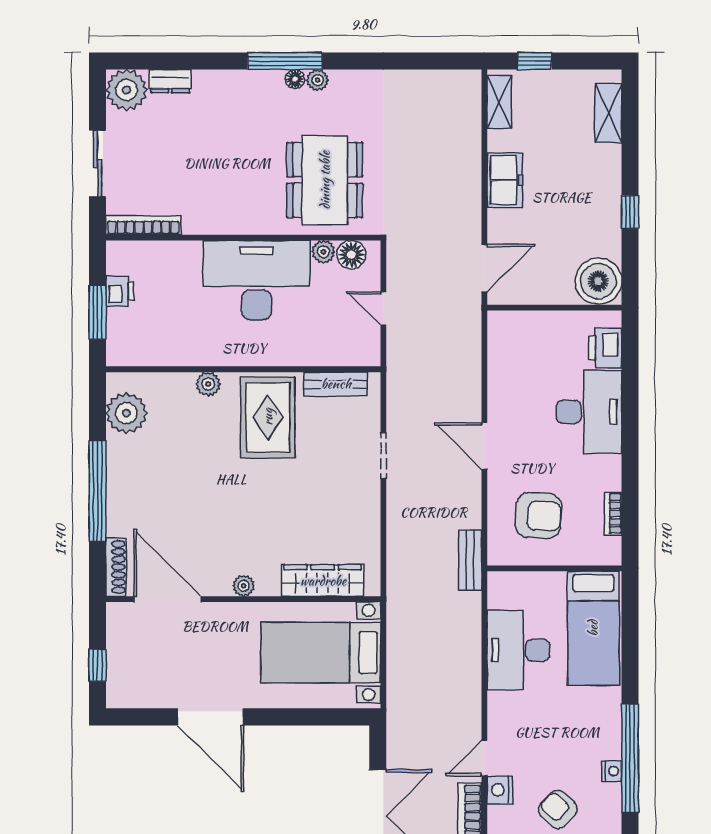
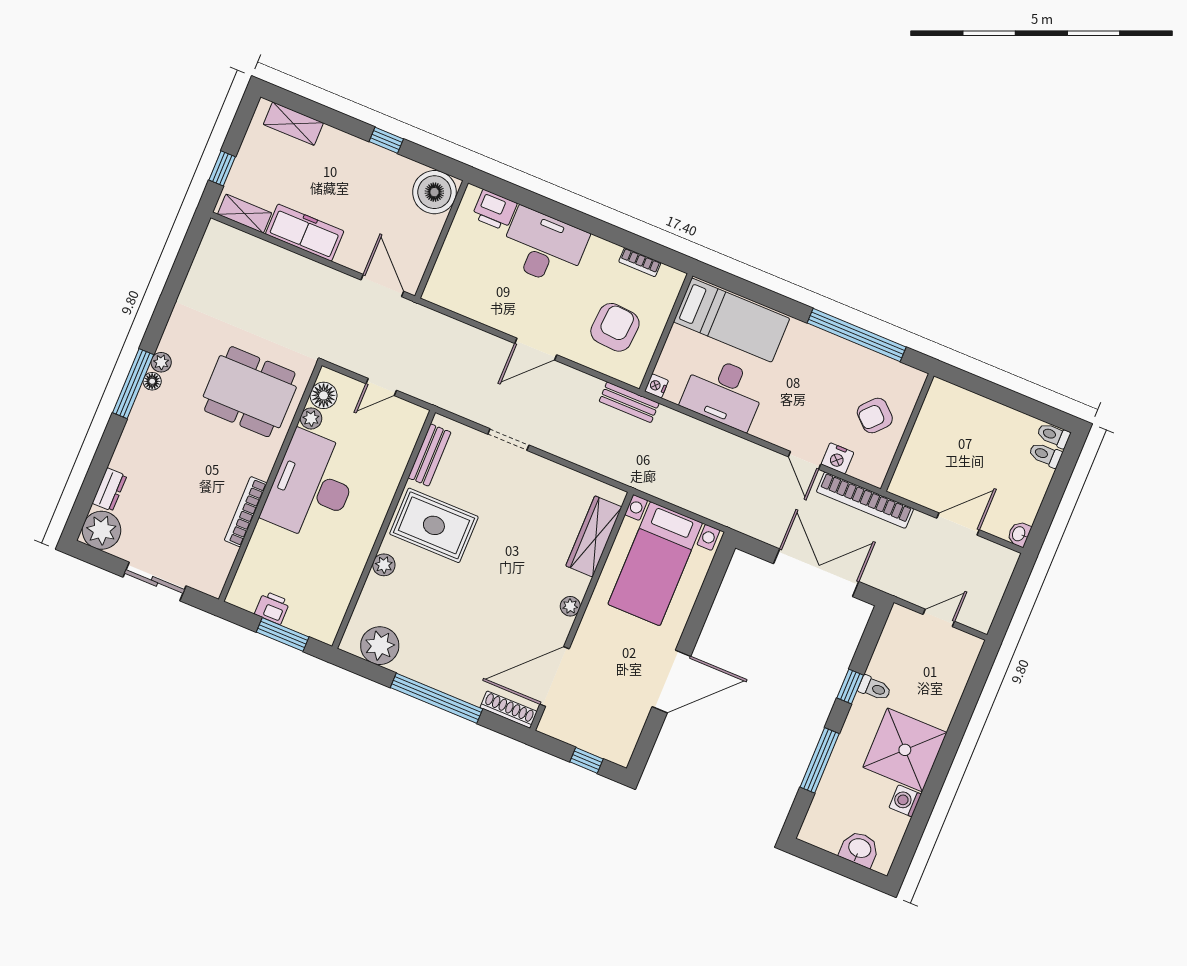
freezer: (505, 180) -> (305, 233), width x1.40
bookcase: (143, 225) -> (246, 512), moved
nightstand: (612, 771) -> (657, 386), moved, turned -90

